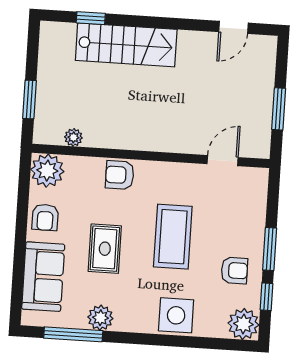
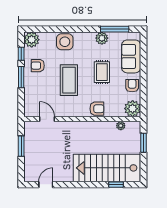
stairs: (126, 45) -> (107, 168), width x1.36, depth x1.51
door: (223, 161) -> (47, 119), swing flipped

